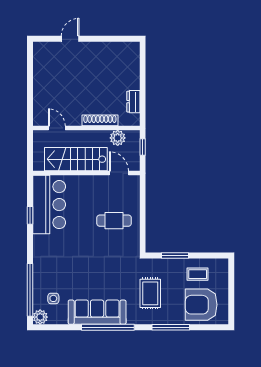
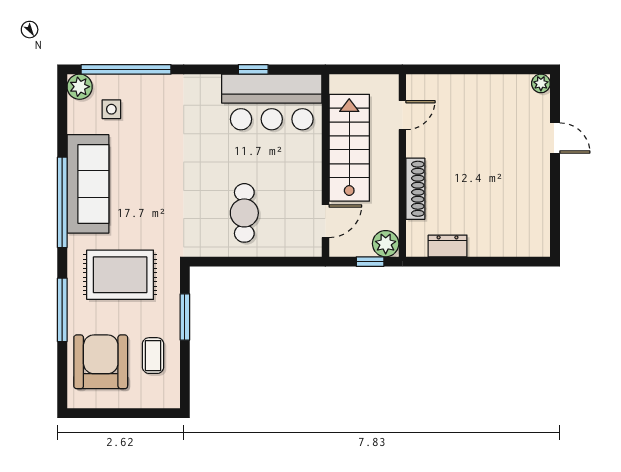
plant: (38, 47) -> (541, 83), added
plant: (118, 138) -> (386, 244), moved
rug: (150, 293) -> (120, 275), width x1.36, depth x1.43

